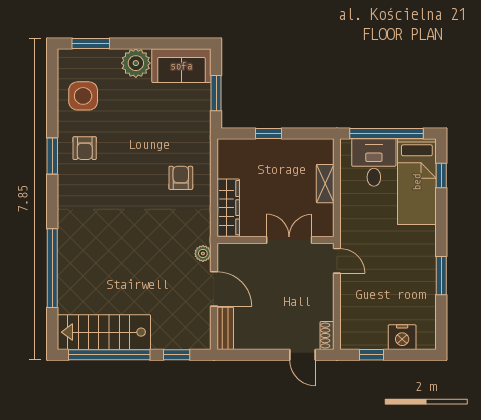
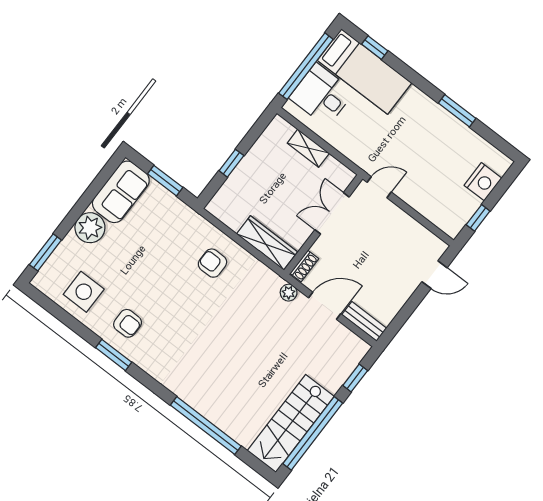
shoe rack: (327, 335) -> (304, 266), moved, turned -90

